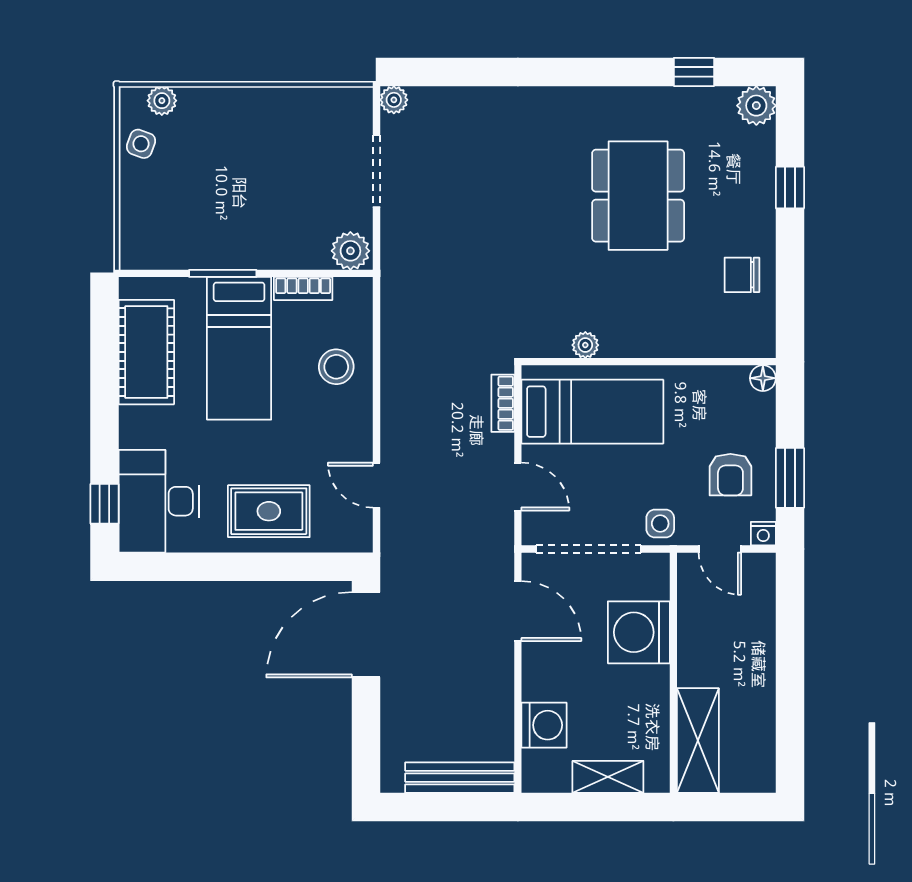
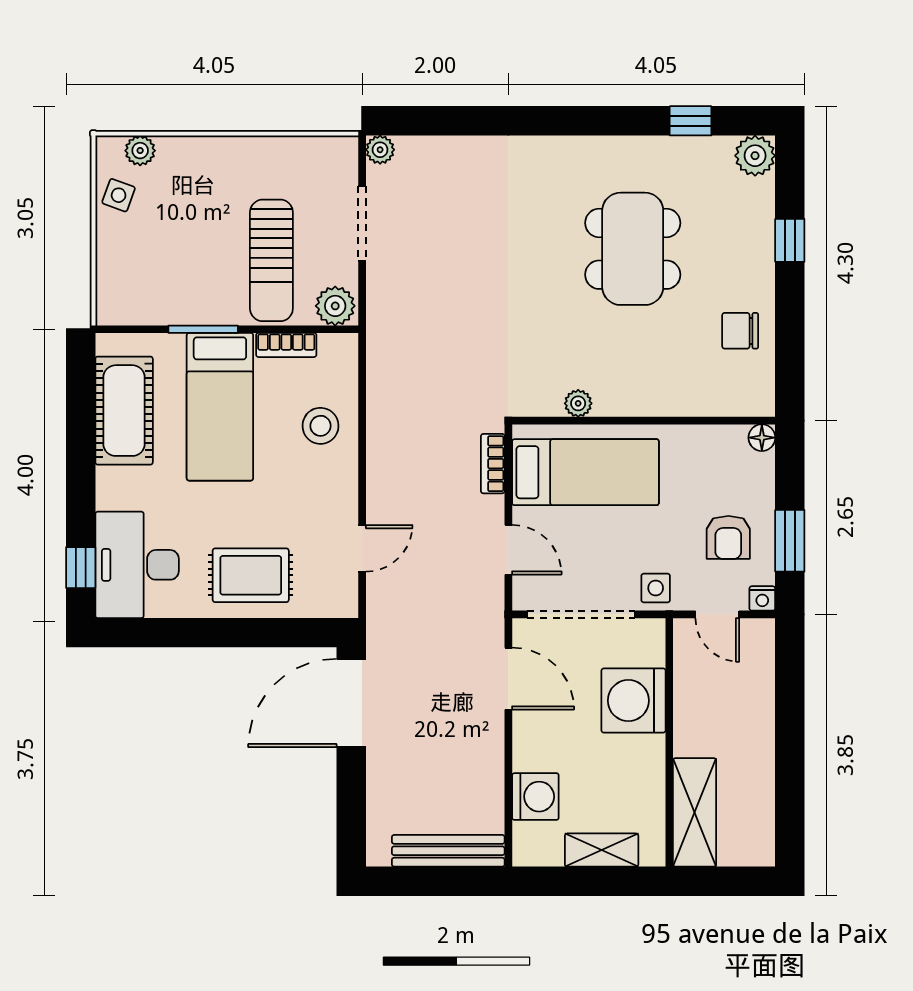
sun lounger: (289, 207) -> (271, 260), added
door: (376, 485) -> (362, 548), swing flipped

